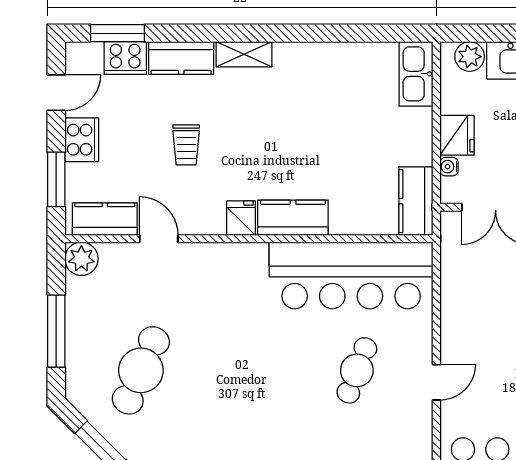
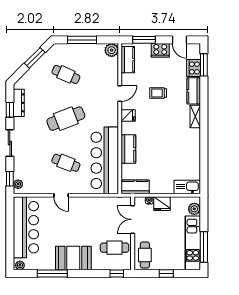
kitchen counter: (293, 218) -> (128, 149), moved
door: (159, 239) -> (120, 93), moved
cafe table: (141, 370) -> (66, 74), width x0.73, depth x0.74
cafe table: (249, 370) -> (66, 119), added

